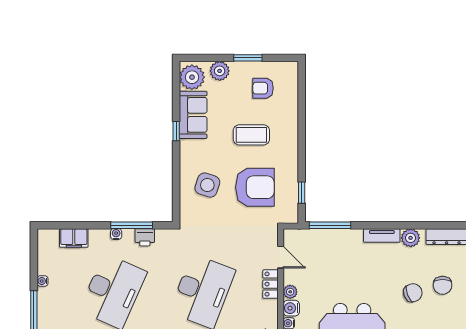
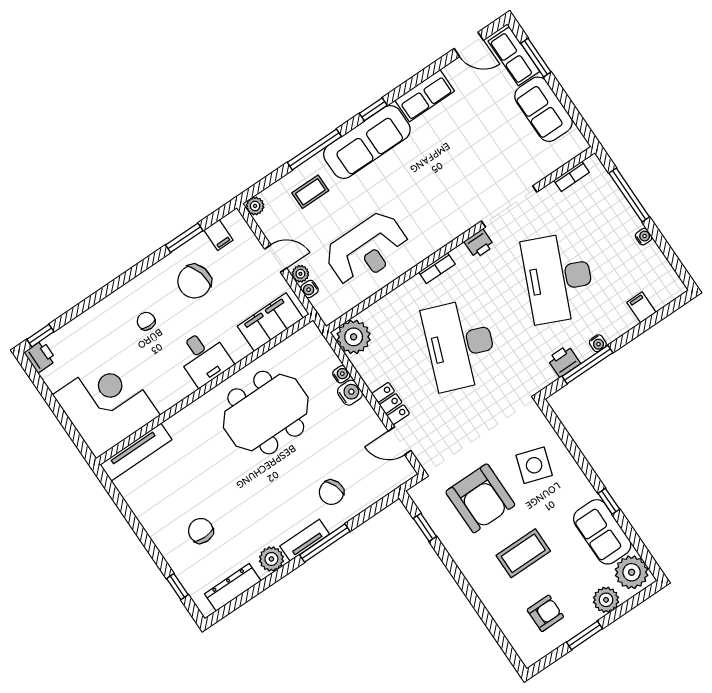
armchair: (255, 187) -> (480, 498), turned -90
window: (330, 225) -> (325, 543), moved
filing cabinet: (74, 238) -> (641, 307), width x0.50
plant: (290, 292) -> (363, 410), removed
chair: (413, 293) -> (331, 492), moved

